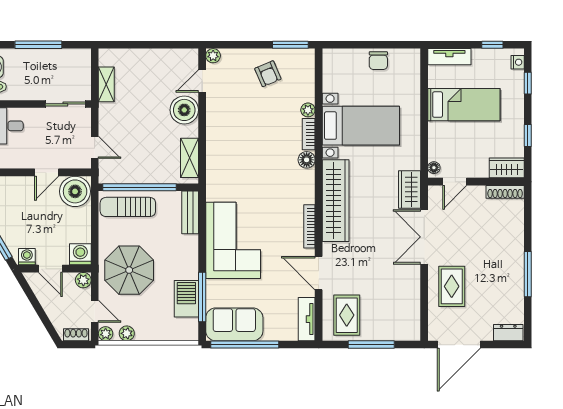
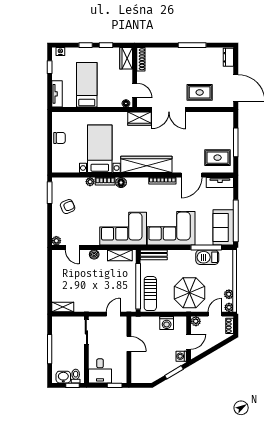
window: (528, 83) -> (86, 45), moved
shelving: (106, 84) -> (63, 307), moved
boiler: (184, 110) -> (94, 254), width x0.54, depth x0.54
corner sofa: (232, 163) -> (123, 229), added
boiler: (75, 191) -> (141, 326), removed
washing machine: (80, 254) -> (167, 323), moved, turned -90

